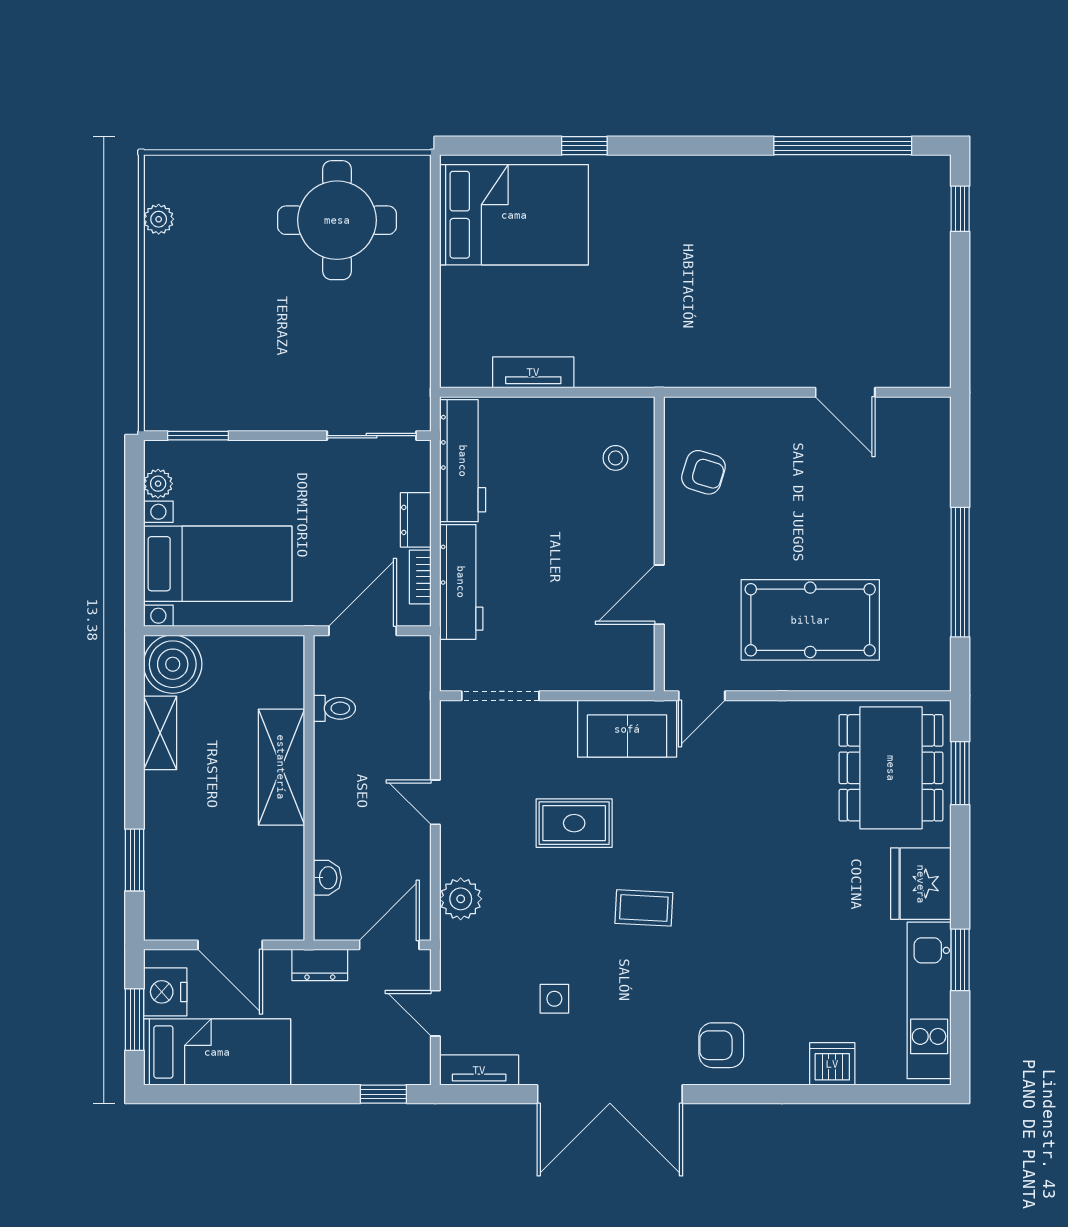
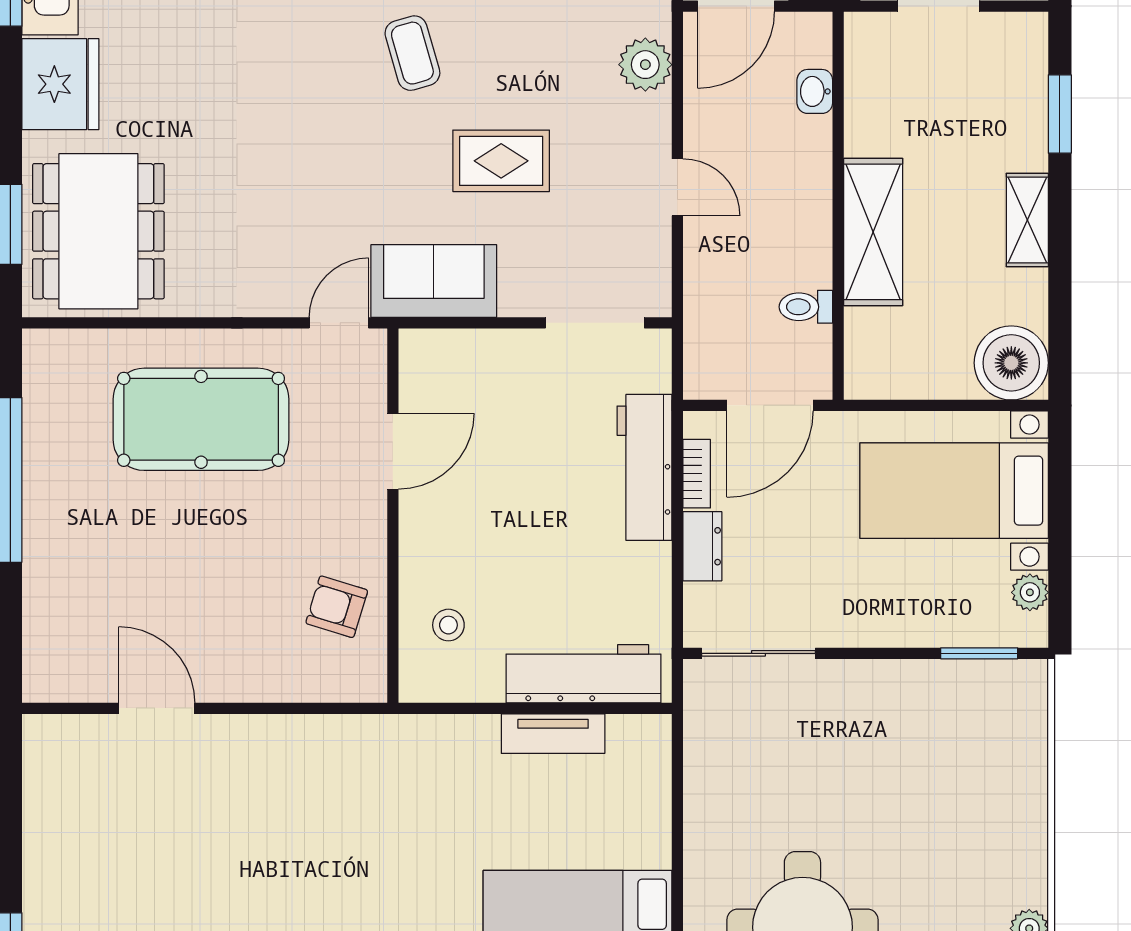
workbench: (463, 461) -> (583, 674), moved, turned 90
shelving: (160, 733) -> (1027, 220), moved
coffee table: (644, 908) -> (412, 53), turned 71

